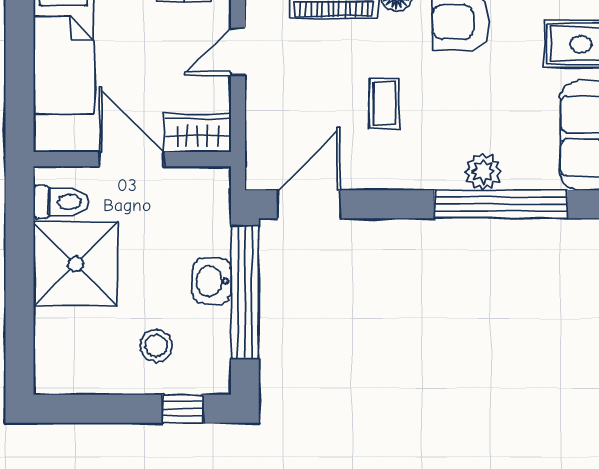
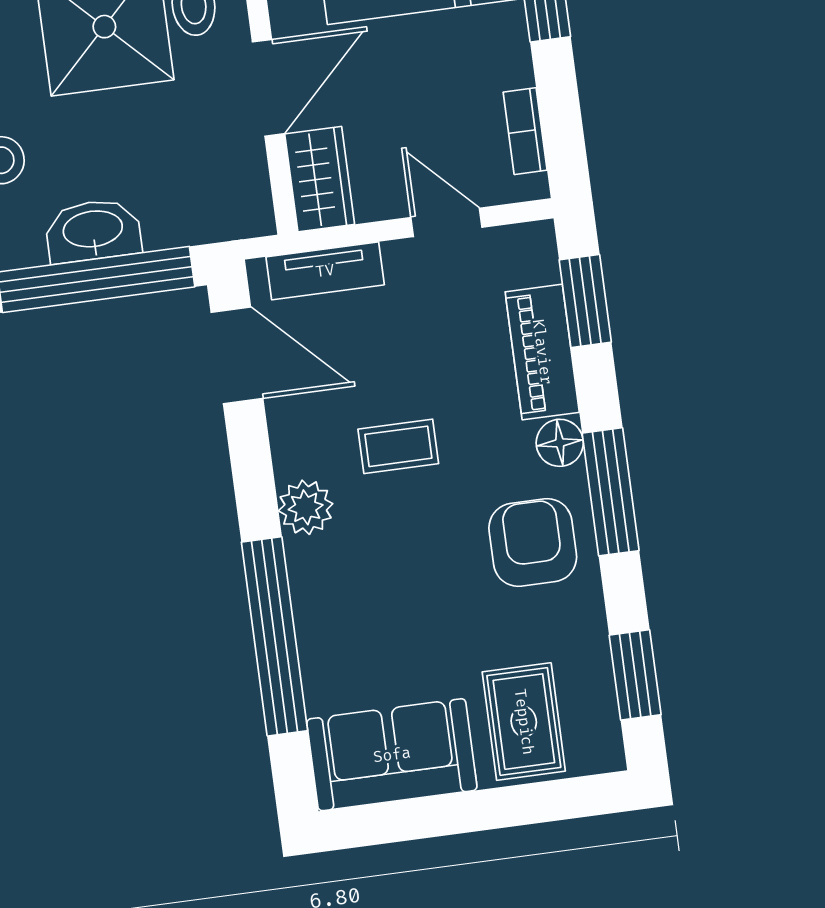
tv unit: (260, 137) -> (325, 271), added
plant: (483, 172) -> (306, 507), moved
washbasin: (212, 281) -> (93, 231), width x1.38

